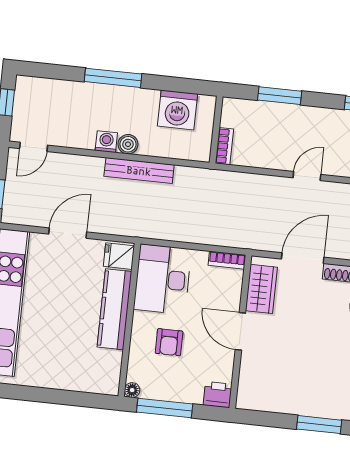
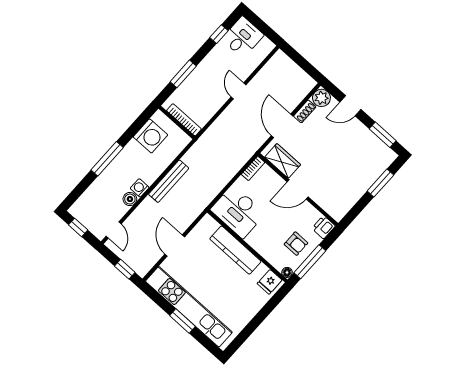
boiler: (128, 144) -> (130, 199), moved
bookcase: (224, 146) -> (184, 120), width x1.56
fridge: (119, 256) -> (270, 282), moved
armchair: (169, 342) -> (296, 244), moved

